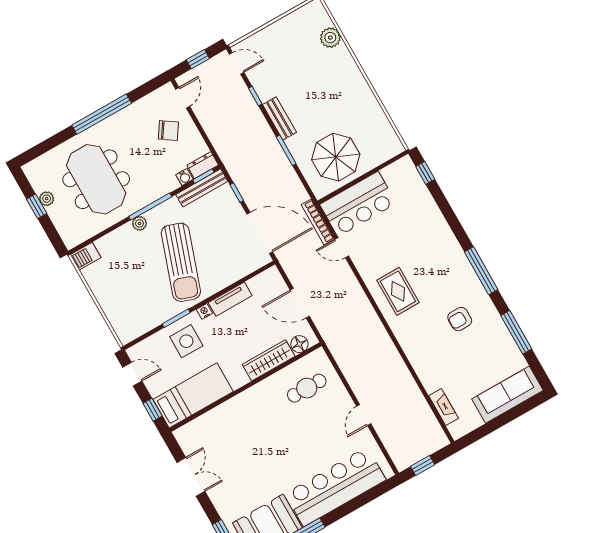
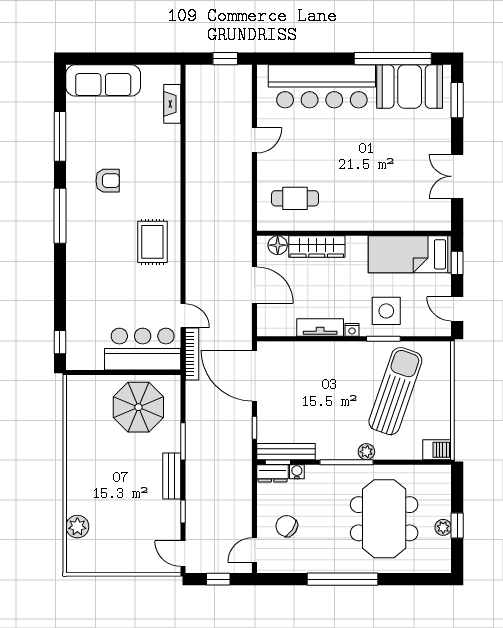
sun lounger: (181, 262) -> (395, 391), moved

